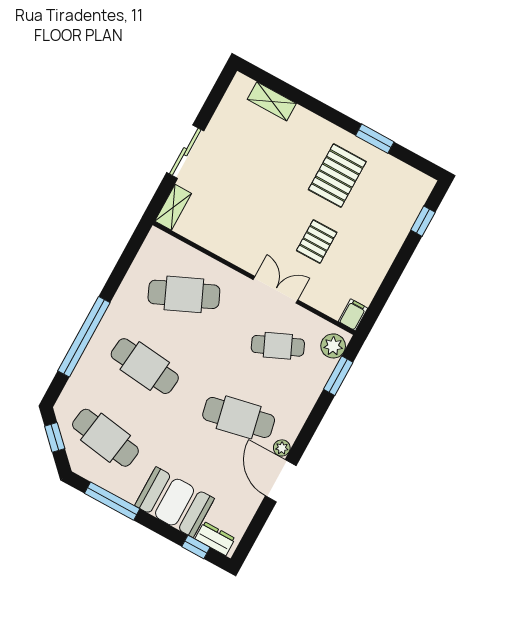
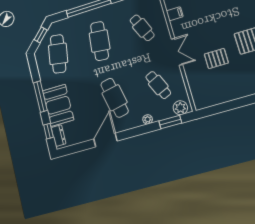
double door: (275, 290) -> (177, 52), moved
cafe table: (184, 294) -> (142, 28), width x0.73, depth x0.74
filing cabinet: (353, 315) -> (175, 14), moved
plant: (282, 448) -> (148, 119), moved
window: (112, 501) -> (40, 97), moved

